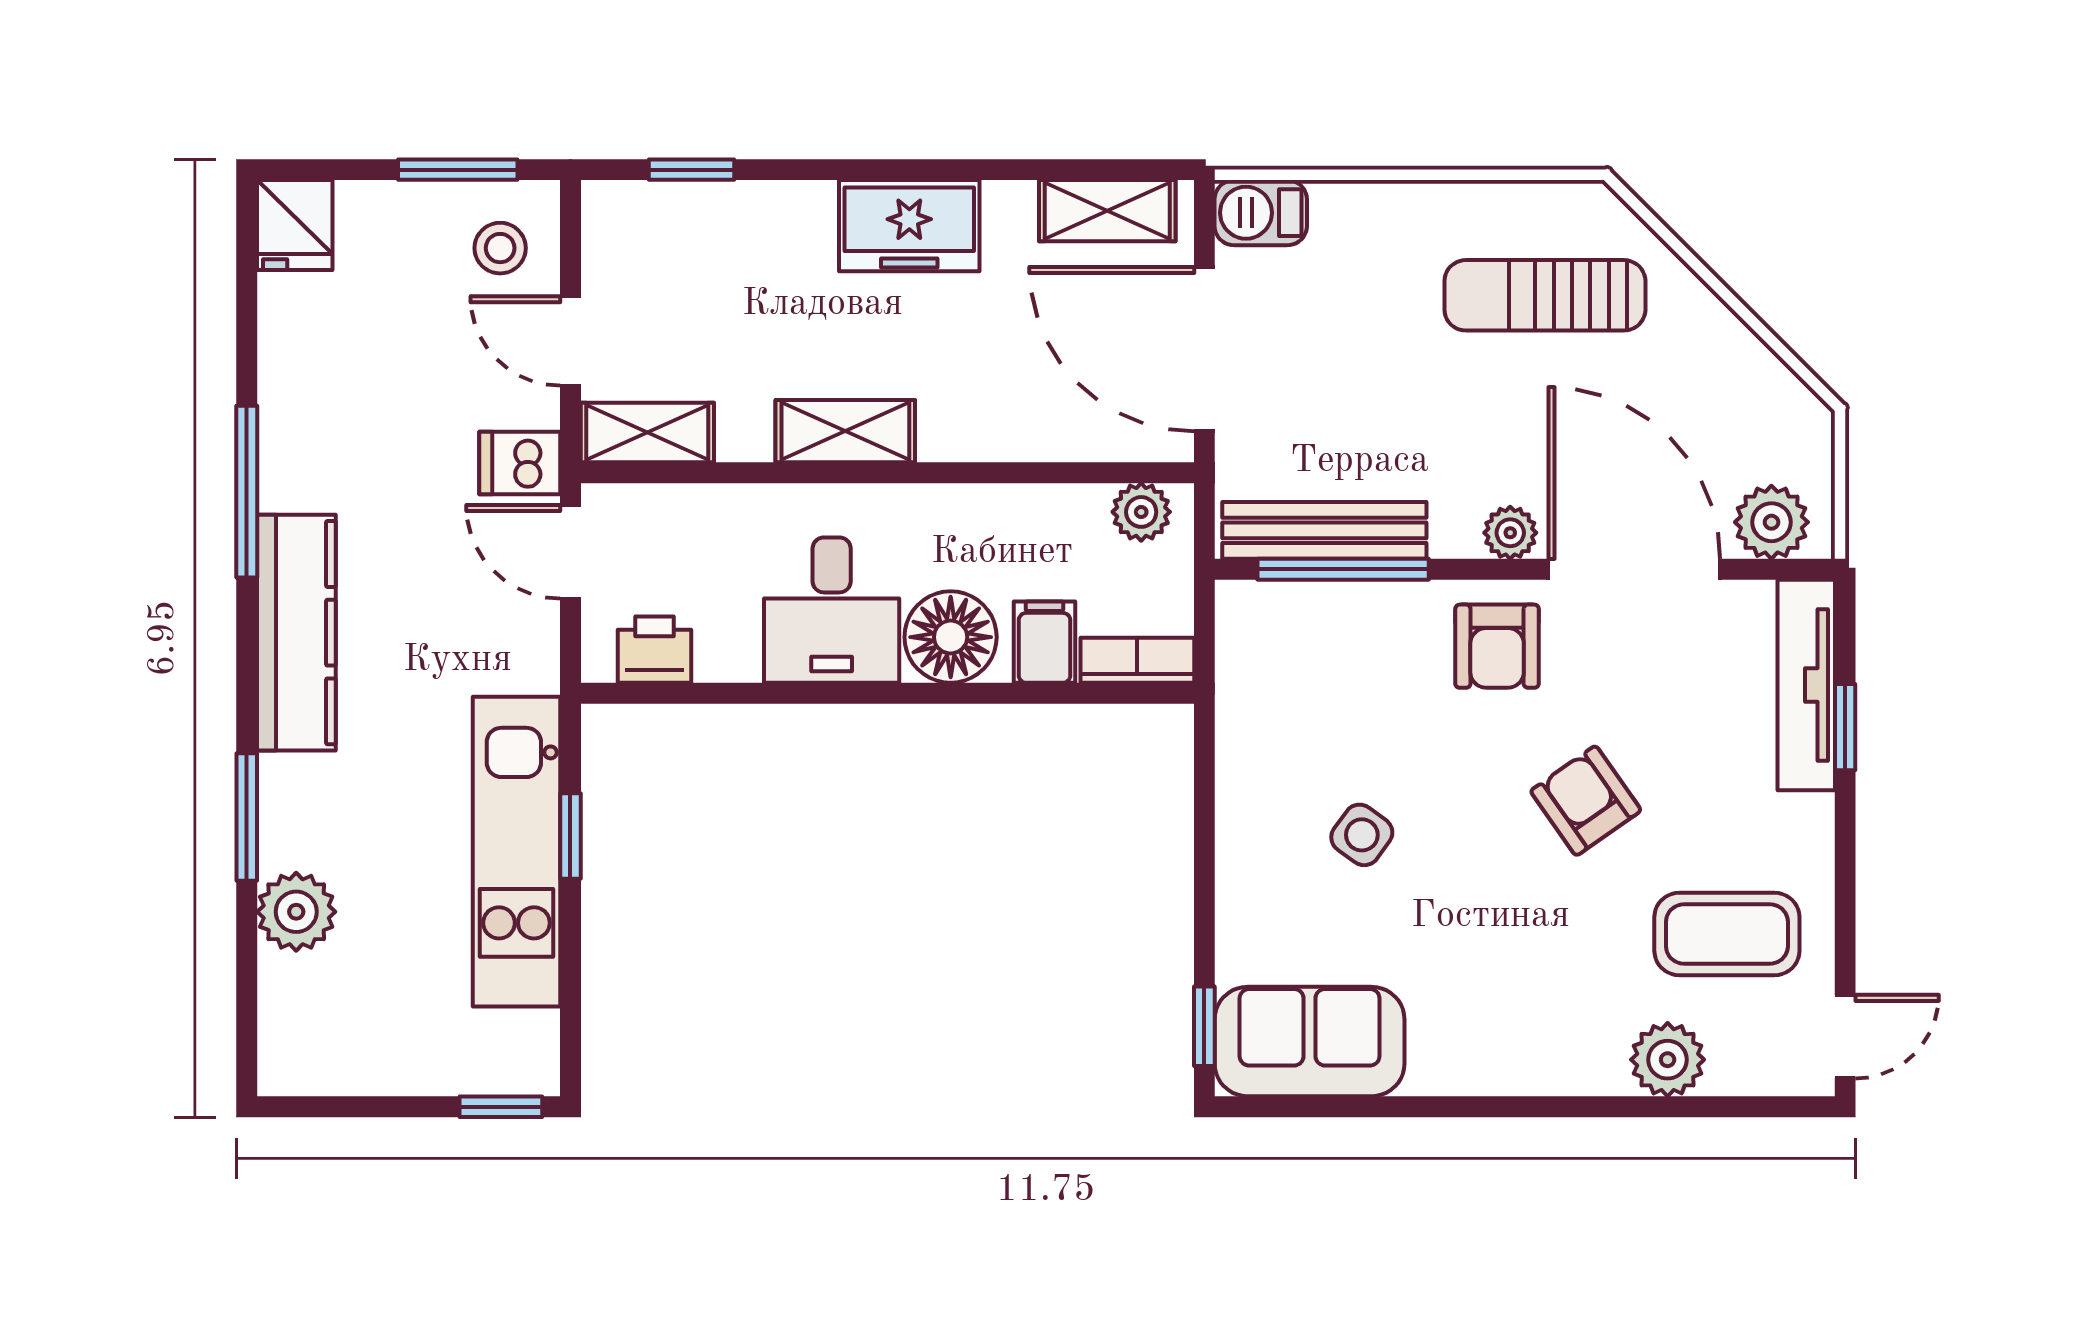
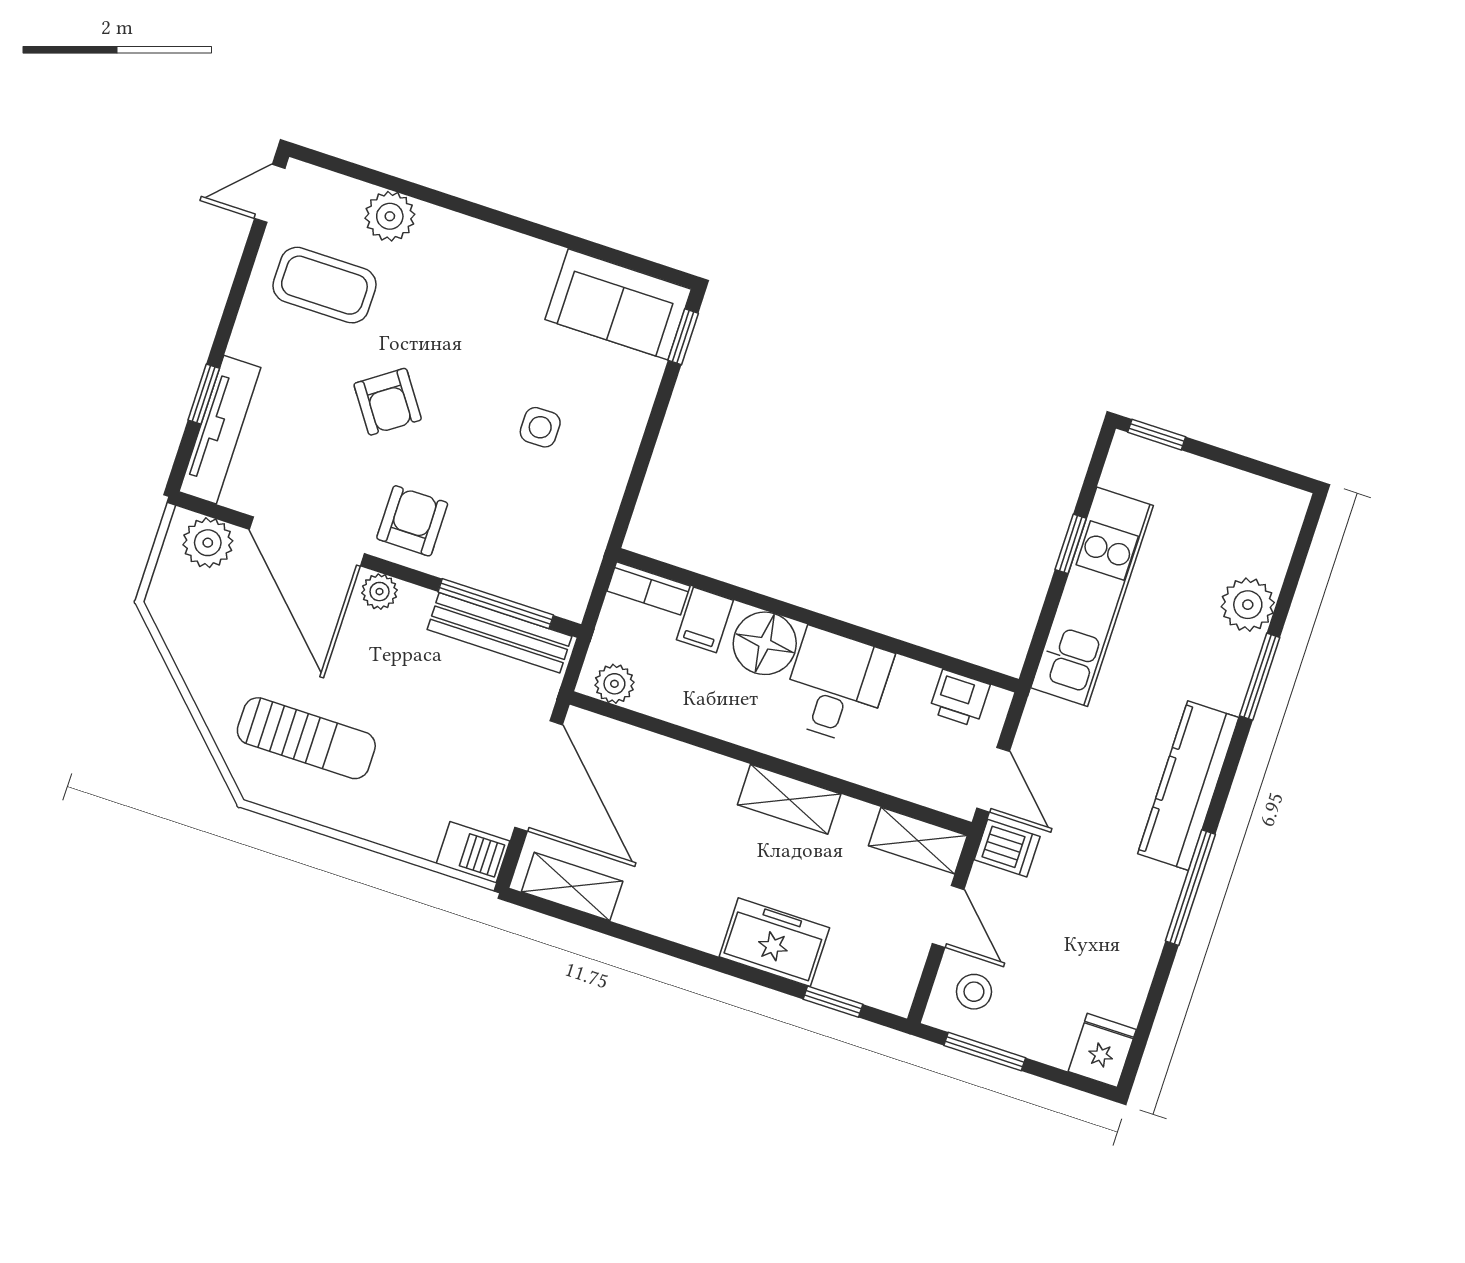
freezer: (909, 226) -> (774, 942), moved
side table: (1362, 835) -> (540, 427), turned -36
window: (570, 836) -> (1071, 544), moved

